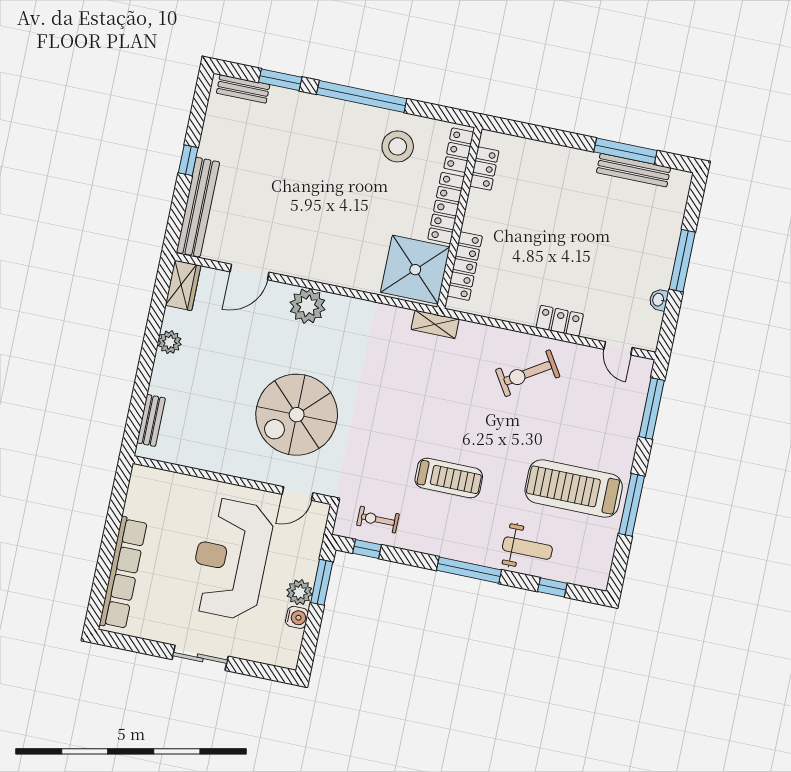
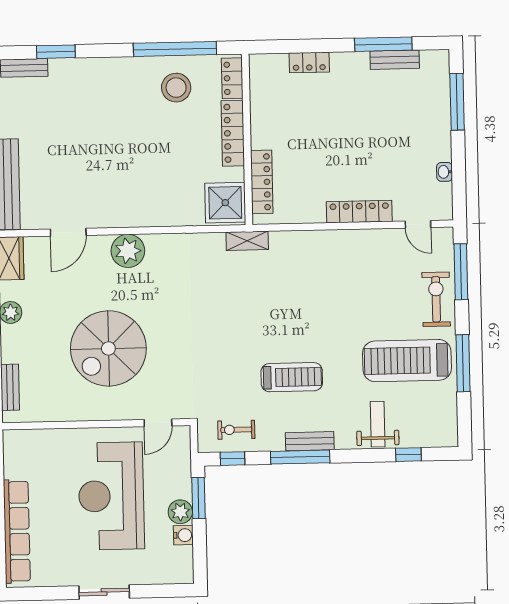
window: (362, 97) -> (175, 49), moved
locker: (484, 169) -> (309, 62), moved, turned 90
bench: (634, 170) -> (395, 60), width x0.73
window: (682, 261) -> (457, 102), moved
shower: (415, 270) -> (225, 203), width x0.73, depth x0.73
locker: (560, 321) -> (359, 212), width x1.53
exercise bike: (528, 373) -> (436, 299), moved, turned 122
spiral stairs: (297, 415) -> (108, 348), moved
weight bench: (527, 548) -> (378, 424), turned -90
bench: (452, 549) -> (310, 441), added
window: (469, 570) -> (300, 457), moved

